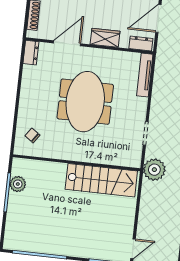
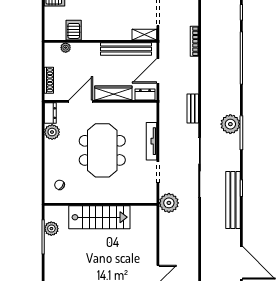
wardrobe: (105, 38) -> (113, 93), width x1.50
plant: (31, 74) -> (52, 132), added
tv unit: (145, 75) -> (151, 141), moved
stairs: (101, 180) -> (99, 217), moved

